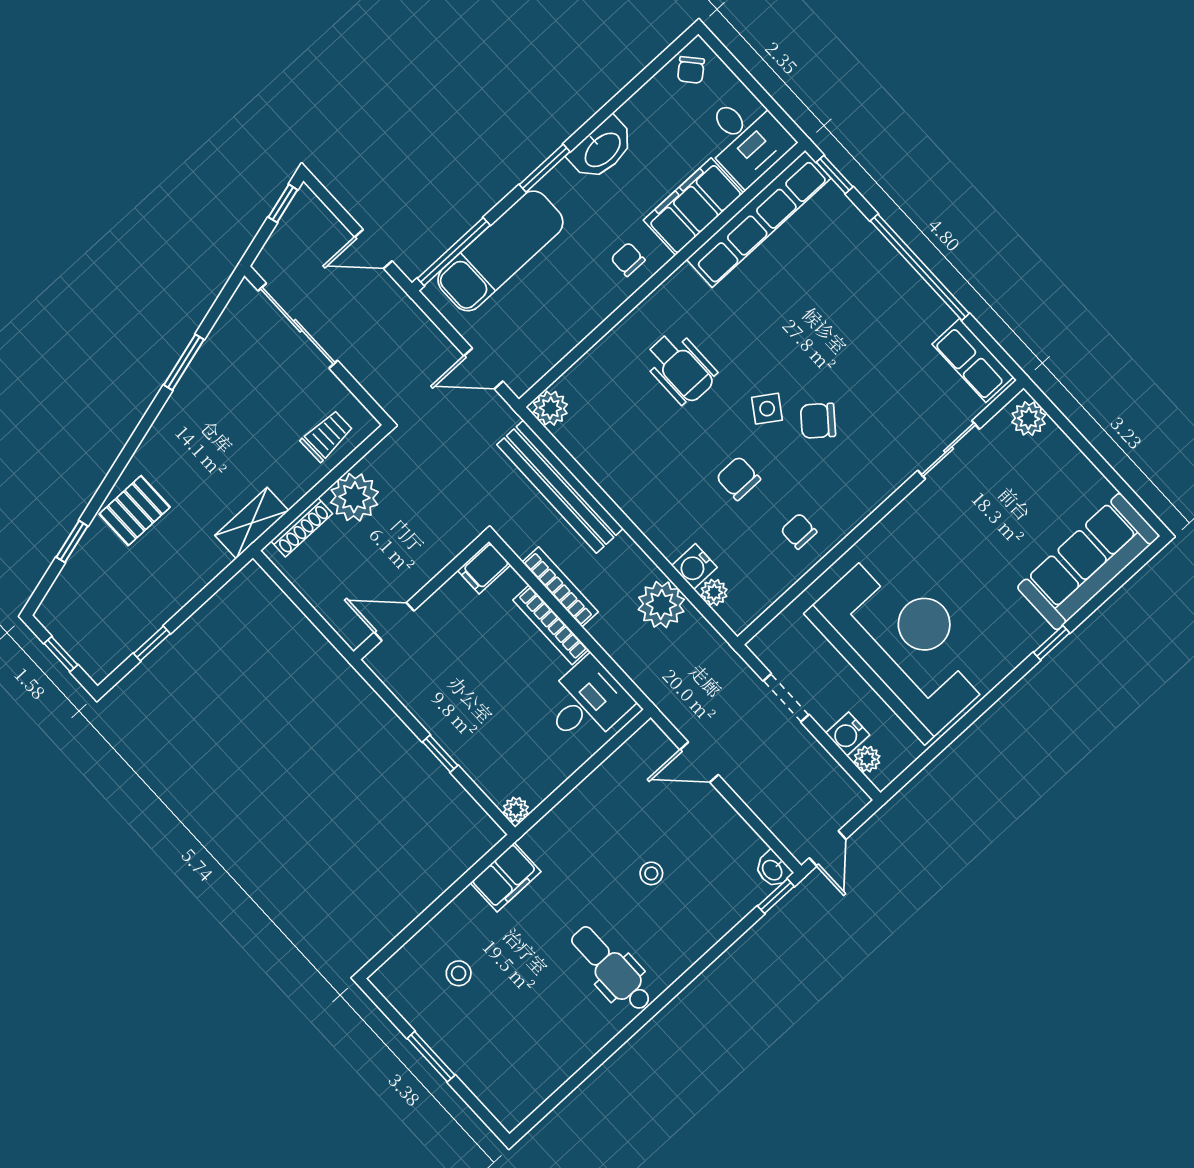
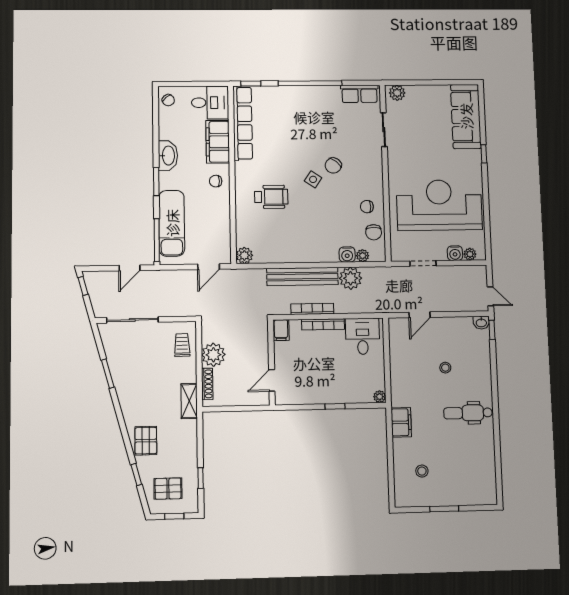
chair: (738, 478) -> (374, 232), moved, turned -90
bench: (560, 487) -> (302, 276), moved
pallet: (93, 608) -> (168, 489), added

